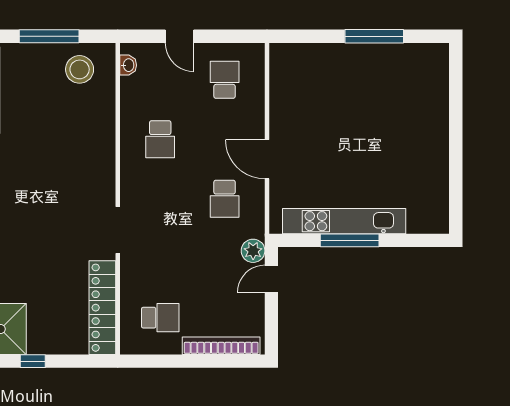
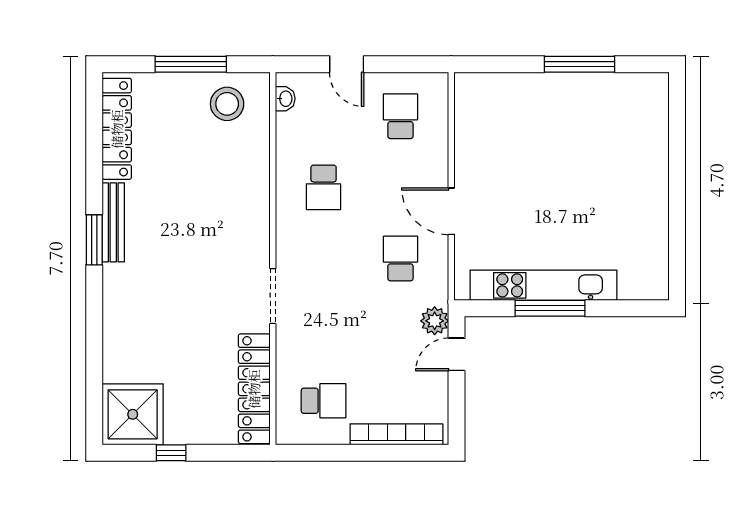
school desk: (225, 199) -> (400, 258), turned 180

